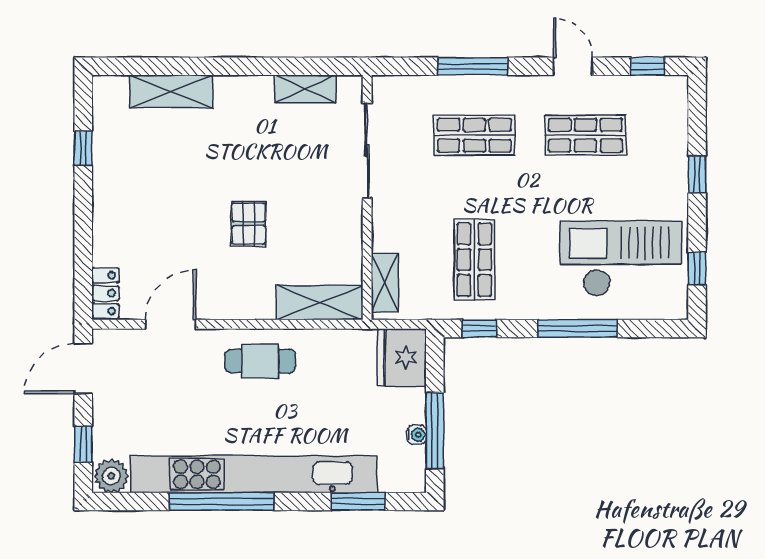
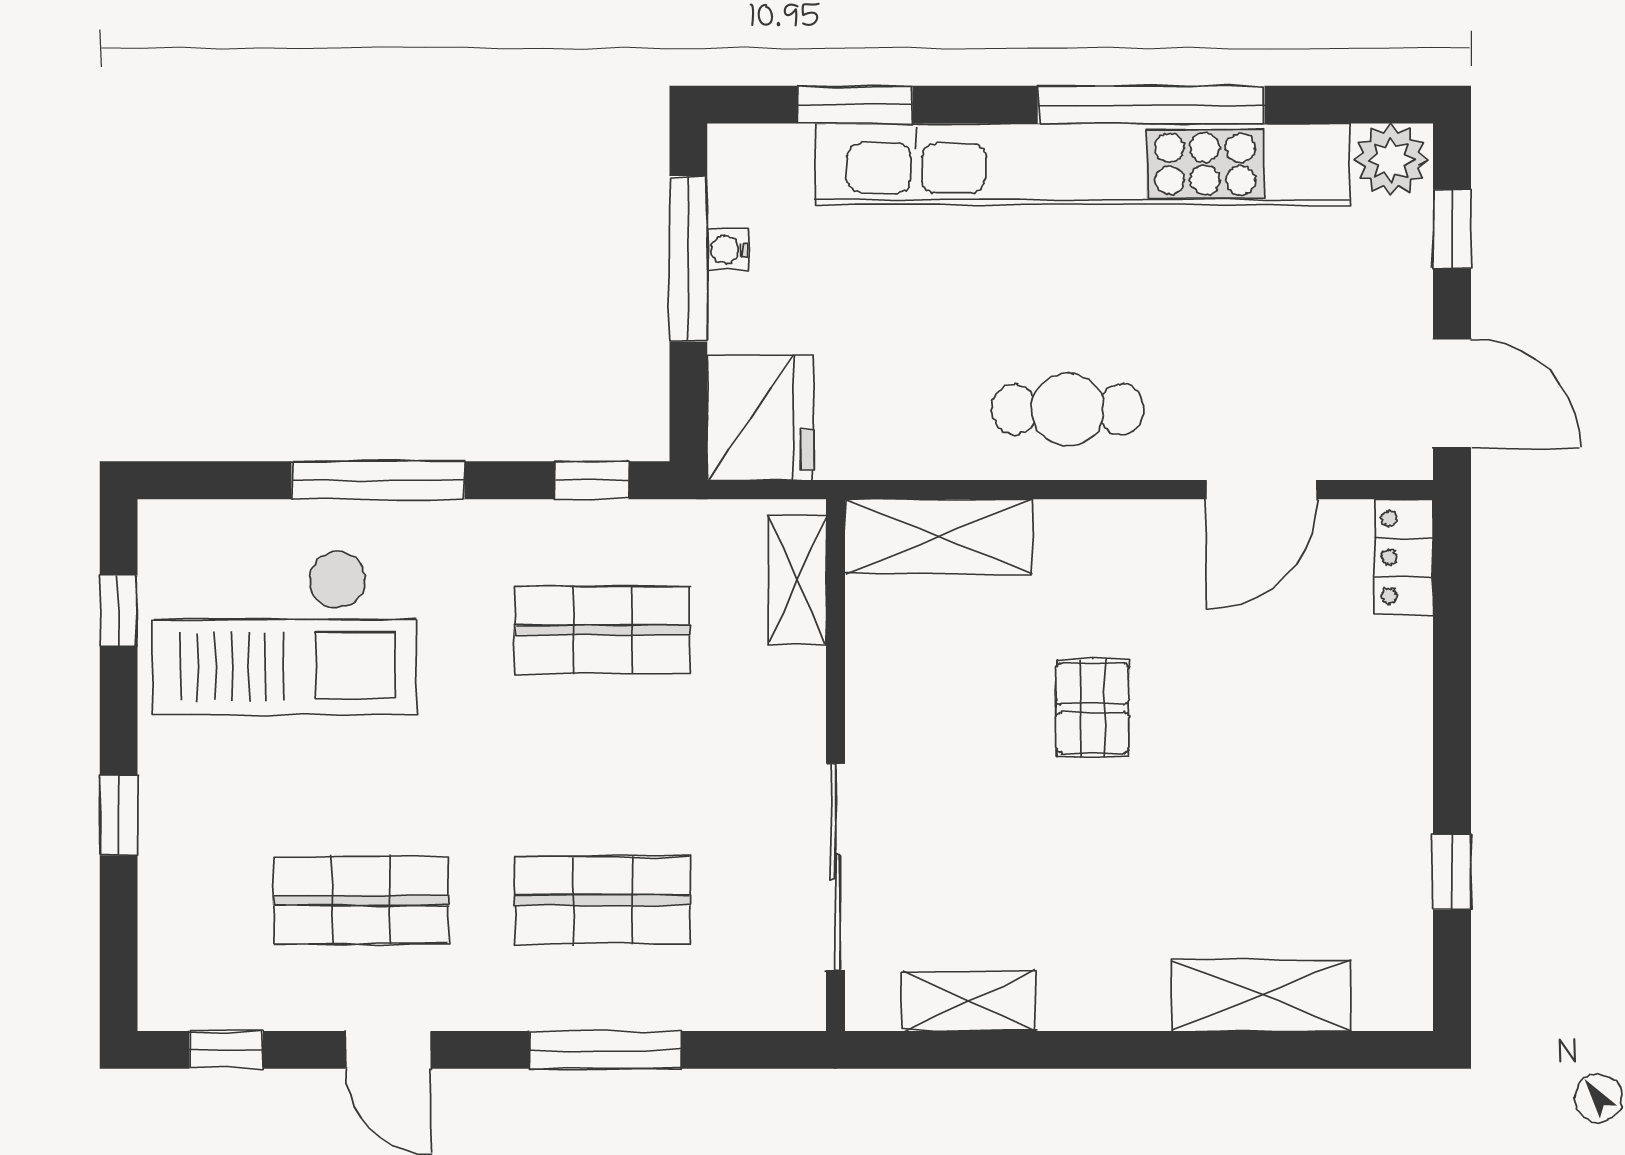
shop shelf: (474, 260) -> (602, 630), turned 90
door: (83, 369) -> (1452, 393), hinge flipped

